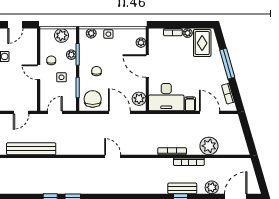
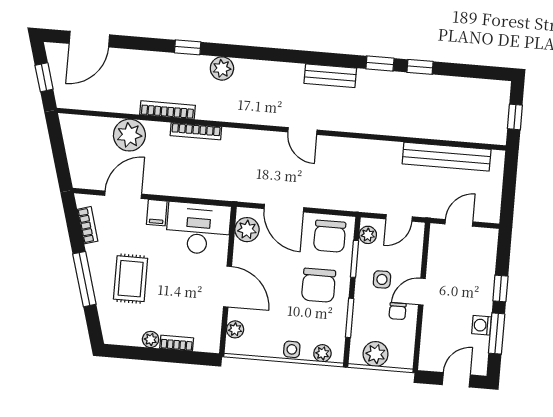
rug: (202, 43) -> (131, 279), moved
plant: (71, 55) -> (368, 235), moved
chair: (96, 71) -> (319, 285), width x1.87, depth x1.87
door: (39, 72) -> (422, 292), swing flipped
door: (210, 112) -> (123, 195), swing flipped
window: (259, 174) -> (44, 77), added
plant: (212, 187) -> (222, 68), moved
bench: (182, 188) -> (330, 76), moved

